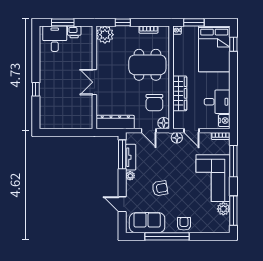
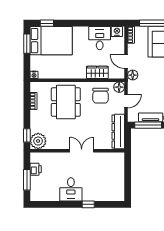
window: (123, 22) -> (27, 135), moved
window: (194, 22) -> (27, 44), moved
desk: (55, 39) -> (71, 189), moved, turned -90
double door: (94, 82) -> (82, 151), swing flipped
wardrobe: (180, 93) -> (97, 72), width x0.67
chair: (154, 103) -> (101, 96), turned 90
door: (191, 131) -> (126, 62), swing flipped

